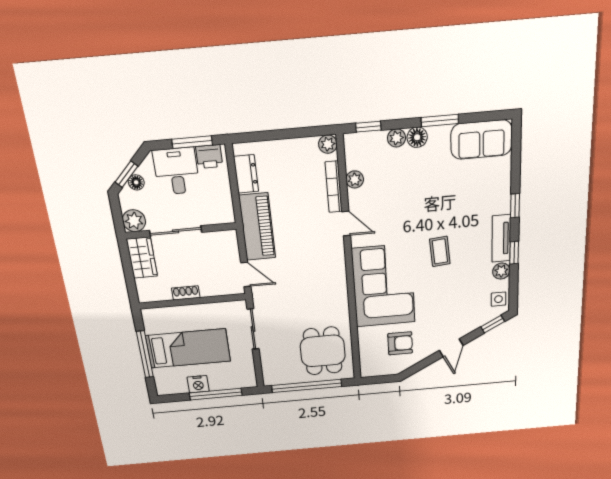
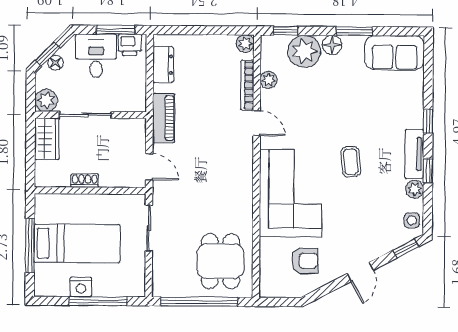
plant: (396, 138) -> (304, 51), width x1.88, depth x1.88
piano: (257, 227) -> (164, 118), width x0.73, depth x0.75

